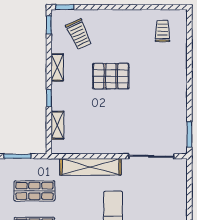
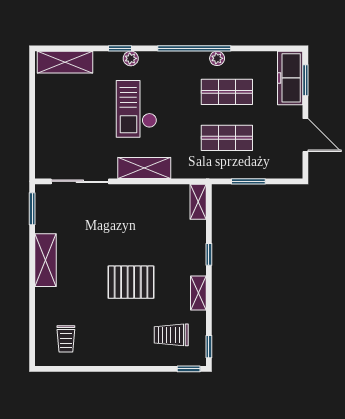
trolley: (79, 34) -> (171, 335), turned -65
shelving: (179, 94) -> (45, 260), added
shelving: (57, 125) -> (198, 202), moved
shelving: (90, 167) -> (144, 168), width x0.68

